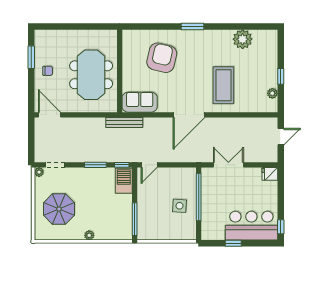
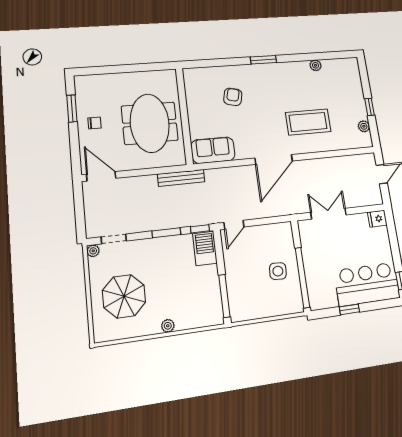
plant: (243, 39) -> (316, 65), width x0.53, depth x0.53
armchair: (162, 58) -> (233, 97), width x0.53, depth x0.53
coffee table: (223, 85) -> (308, 122), turned 90
bench: (124, 122) -> (181, 178), moved
window: (199, 197) -> (302, 278), moved

